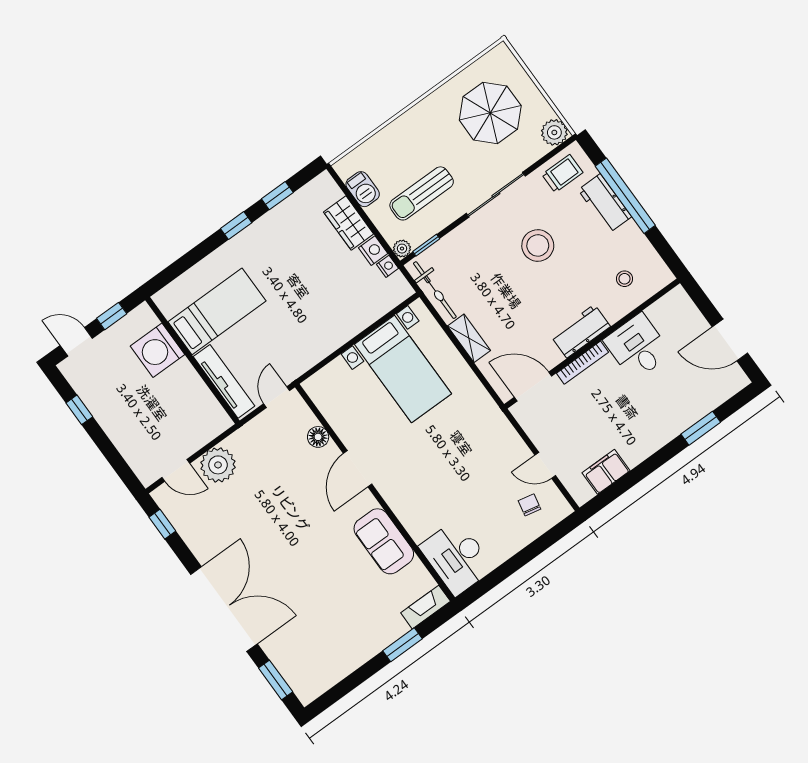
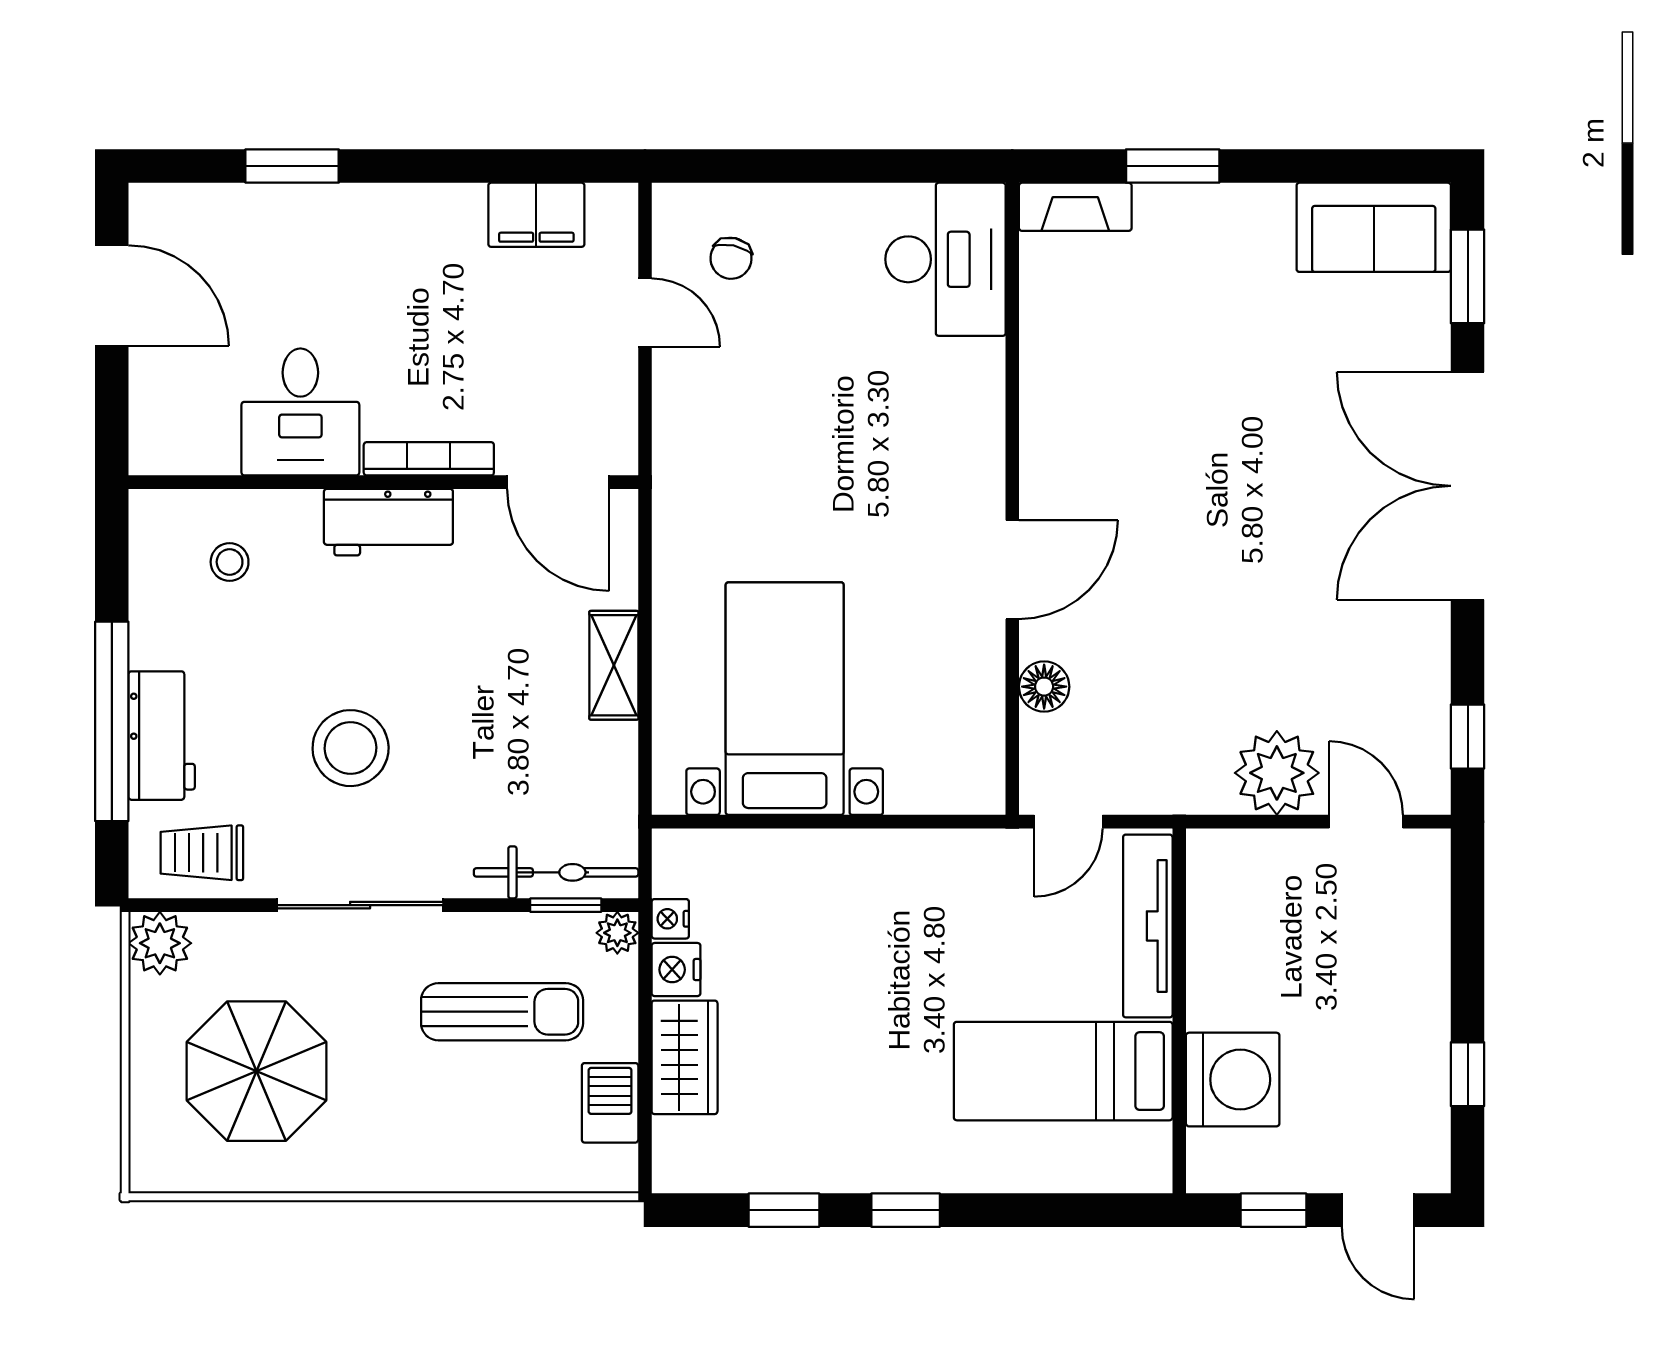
bicycle: (435, 290) -> (556, 872), moved, turned 90
sofa: (384, 541) -> (1374, 227), moved, turned 90

